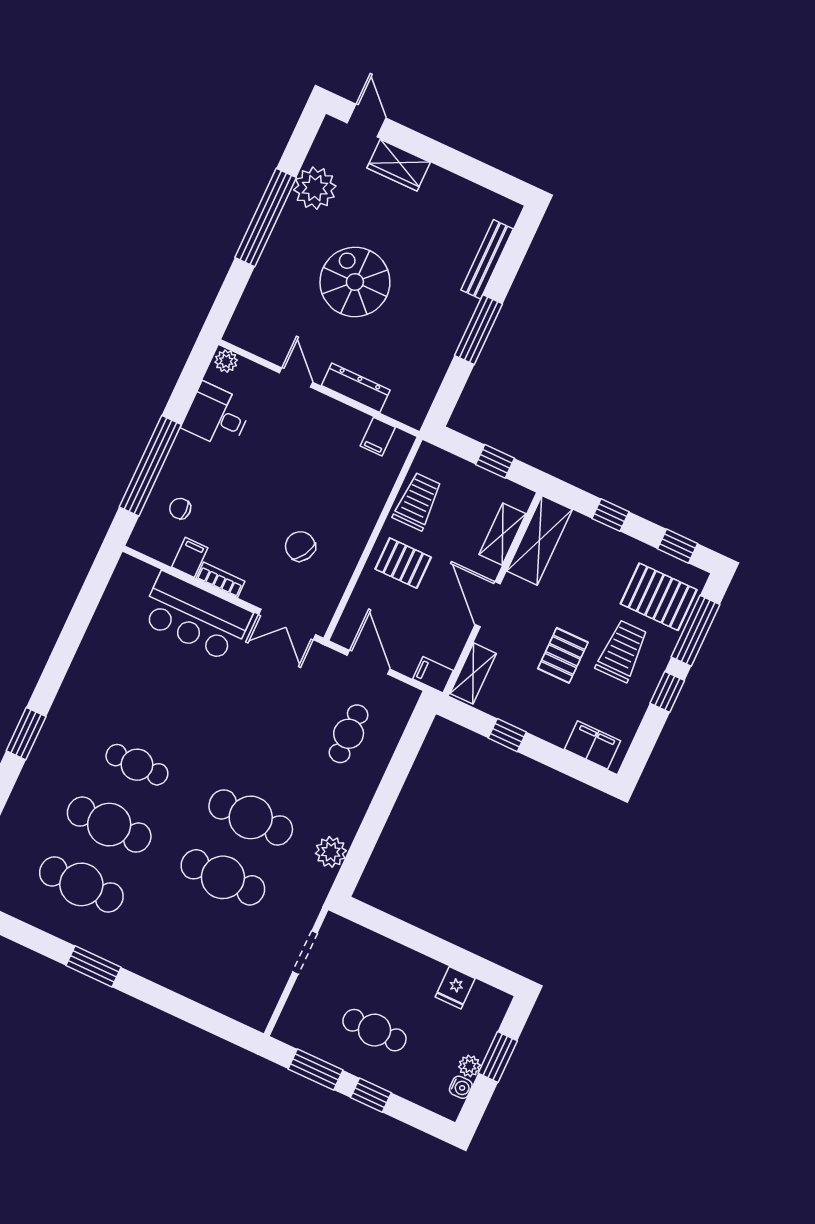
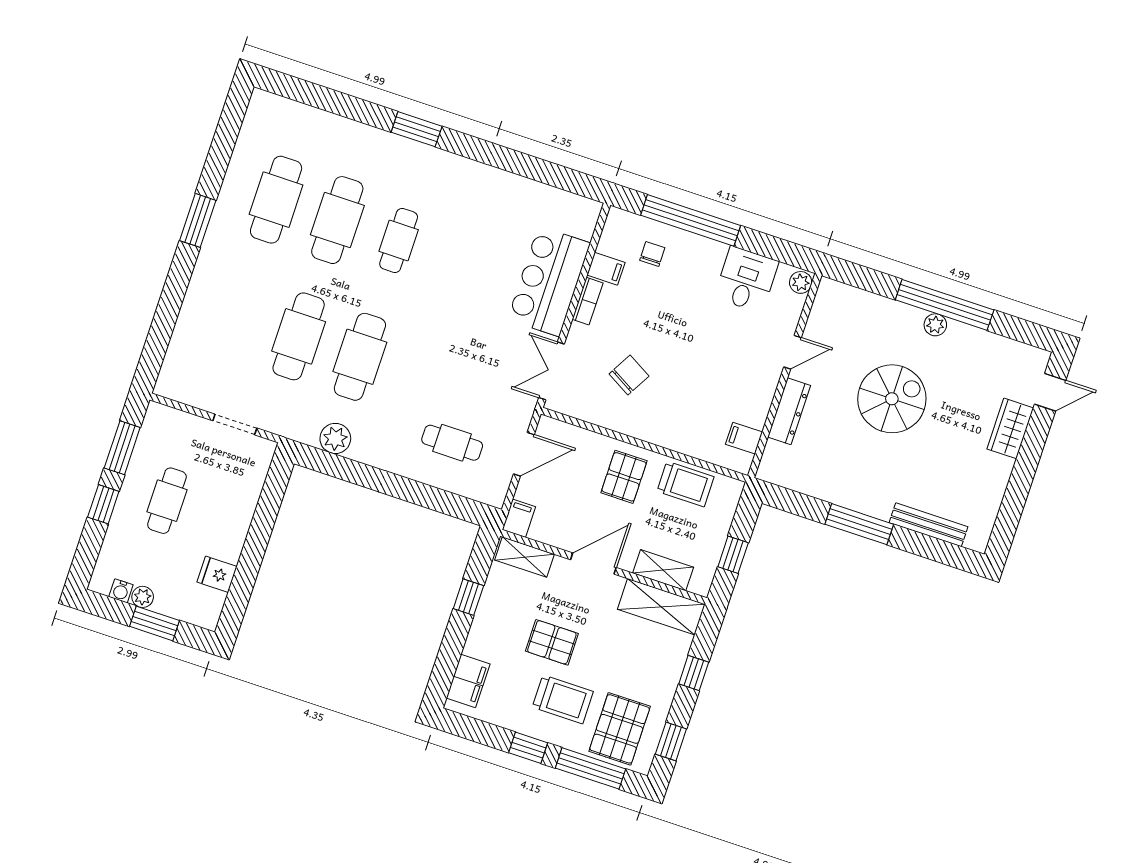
plant: (315, 188) -> (935, 325), moved, width x0.53, depth x0.53

